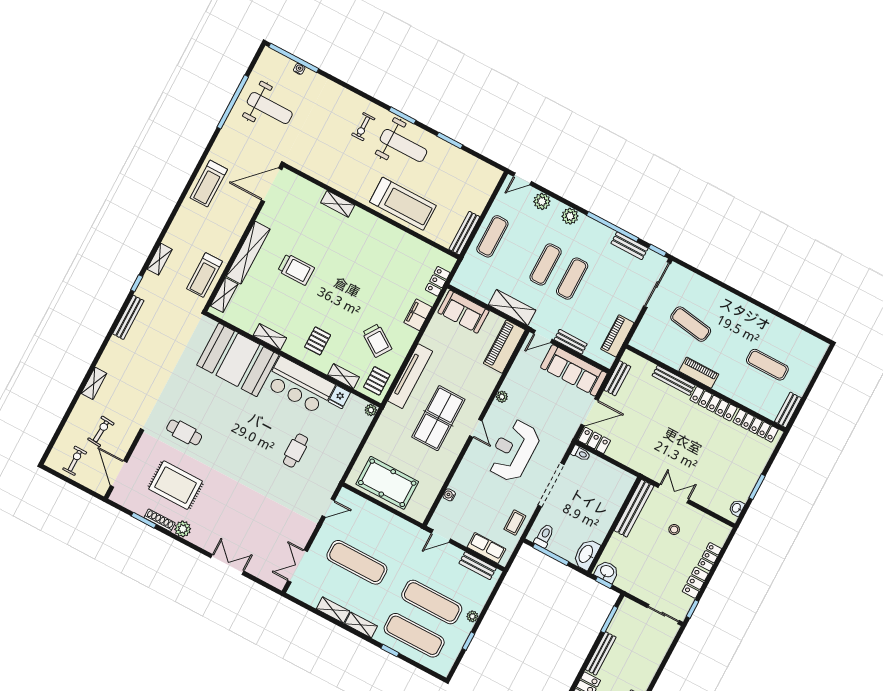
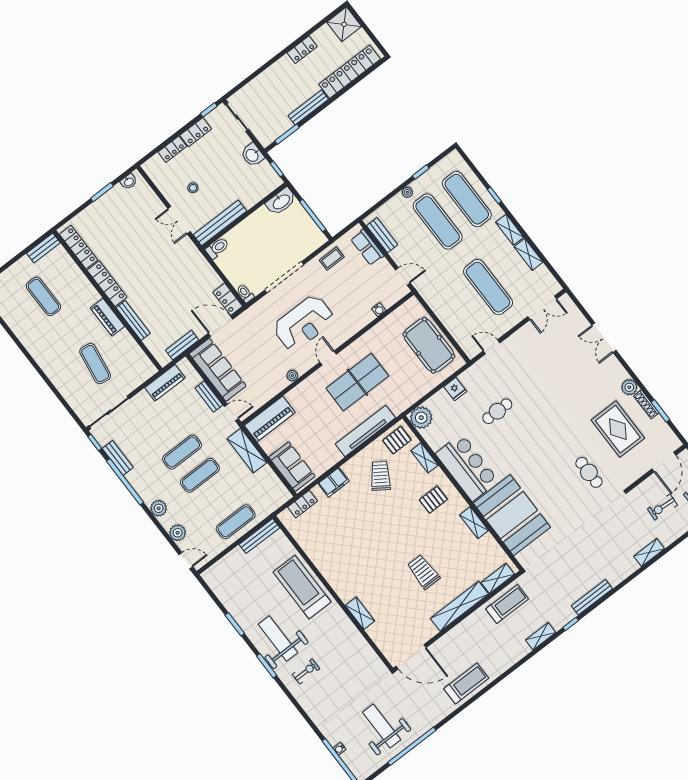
fridge: (339, 397) -> (455, 389), moved, turned 90
plant: (371, 410) -> (421, 418), width x1.88, depth x1.88
toilet: (544, 536) -> (217, 248), moved, turned 180
washbasin: (607, 572) -> (252, 155), moved

